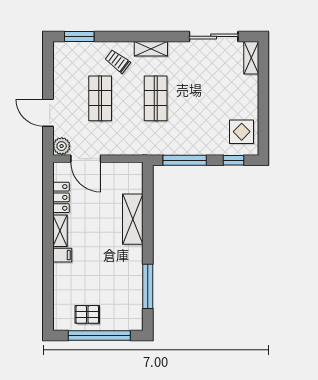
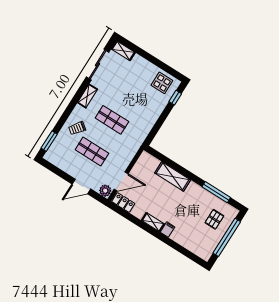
shelving: (151, 49) -> (87, 96), moved
window: (185, 160) -> (158, 126), removed
locker: (61, 197) -> (123, 203), moved
pallet: (87, 314) -> (214, 219), moved

